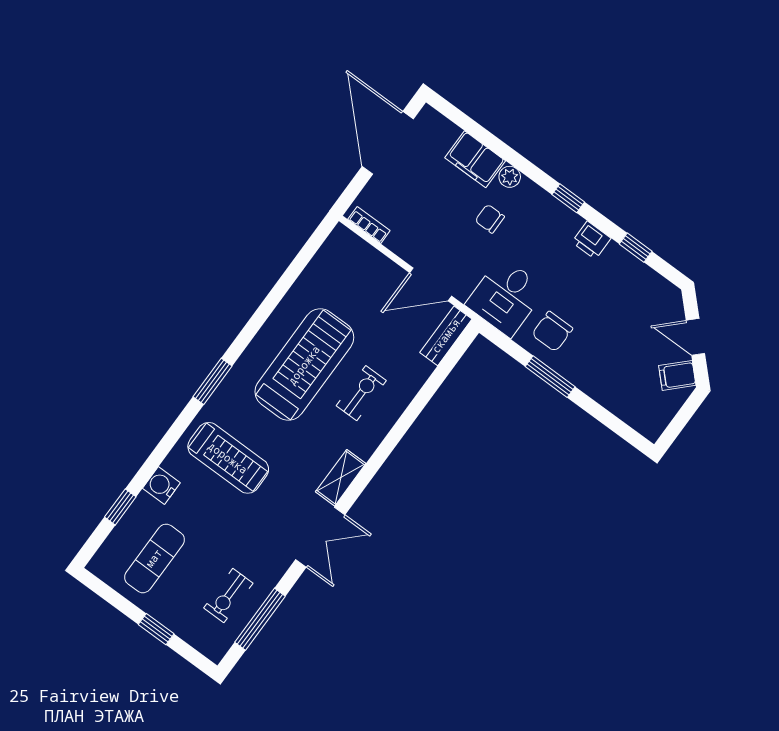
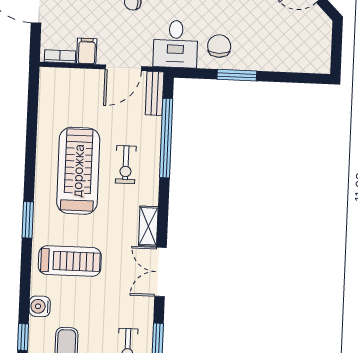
chair: (552, 331) -> (219, 46), turned 180
filing cabinet: (677, 375) -> (87, 51), moved, turned 135
exercise bike: (361, 393) -> (126, 165), turned 180
window: (426, 394) -> (166, 138), added
double door: (320, 537) -> (161, 272), swing flipped

